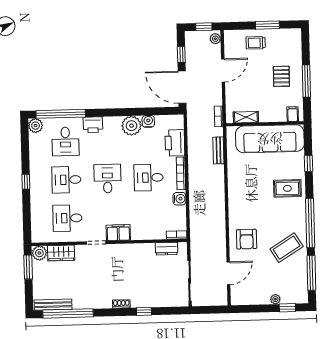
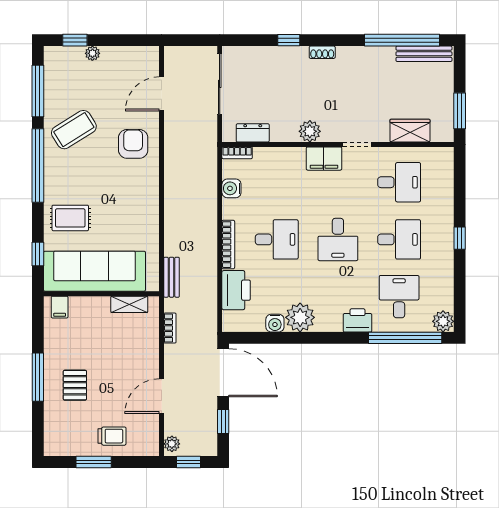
filing cabinet: (293, 114) -> (60, 307), moved
shelving: (246, 117) -> (129, 304), moved
wall: (265, 124) -> (101, 294), moved
sofa: (270, 139) -> (94, 271), moved
water cooler: (179, 199) -> (231, 188), moved
plant: (39, 253) -> (310, 131), moved

